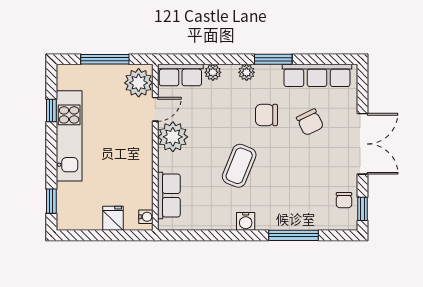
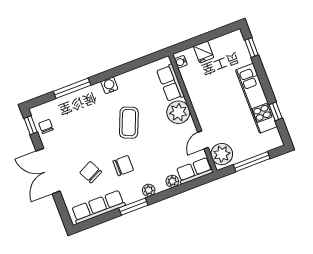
plant: (173, 137) -> (178, 112), moved

